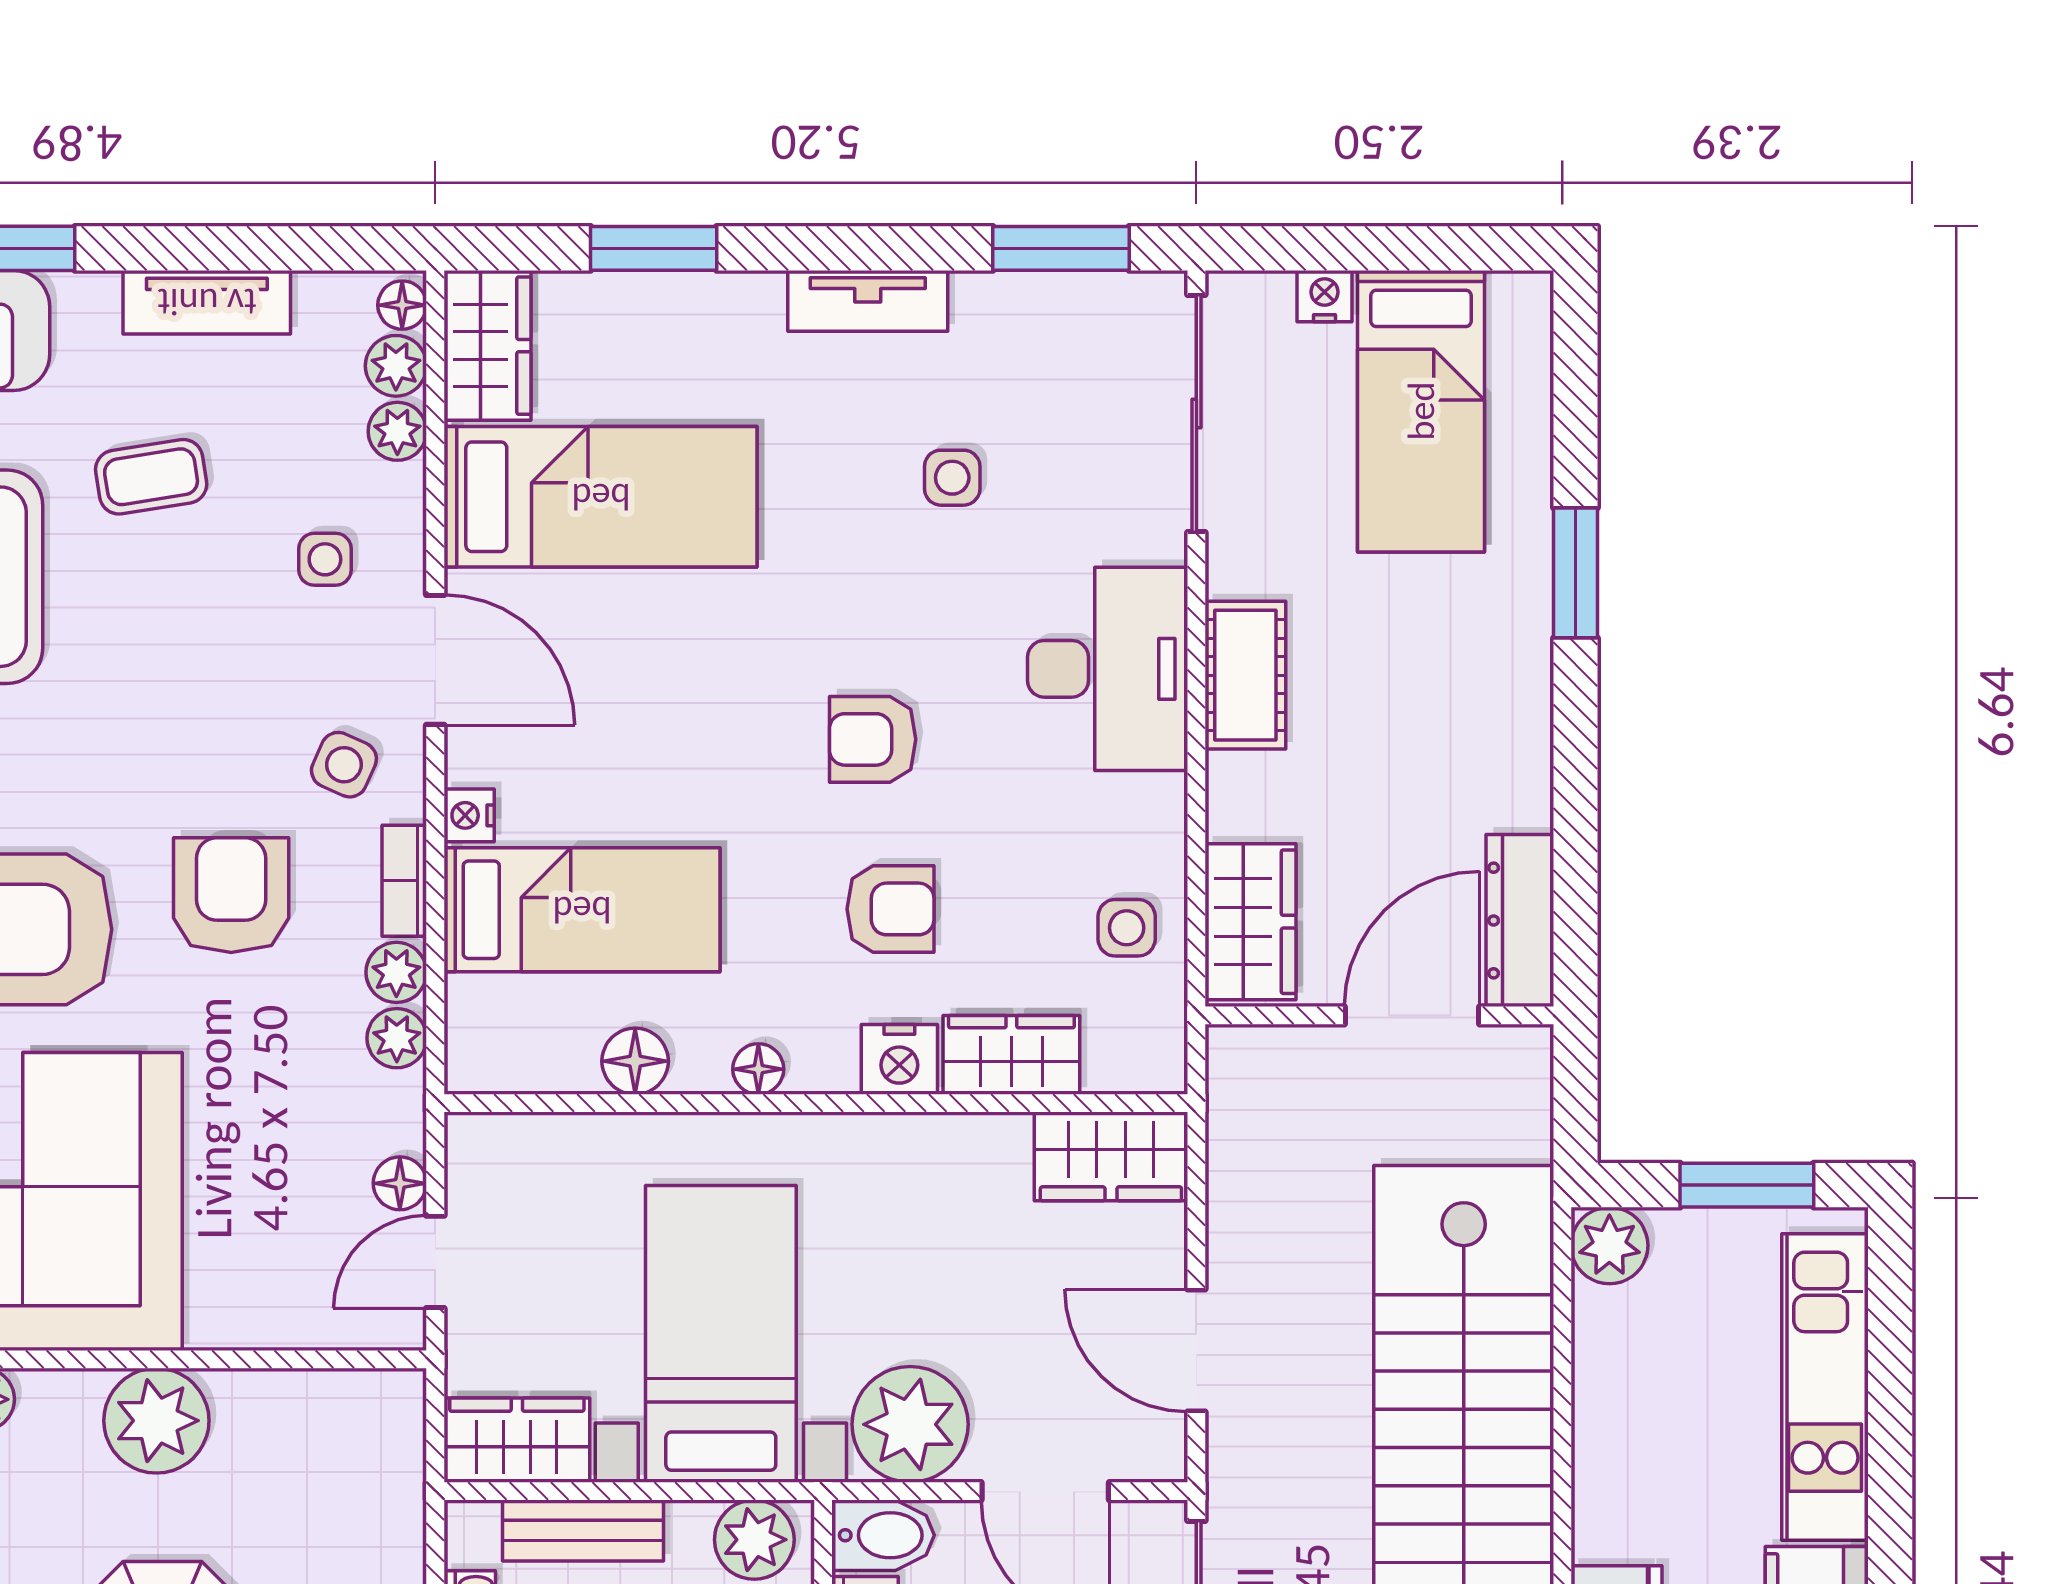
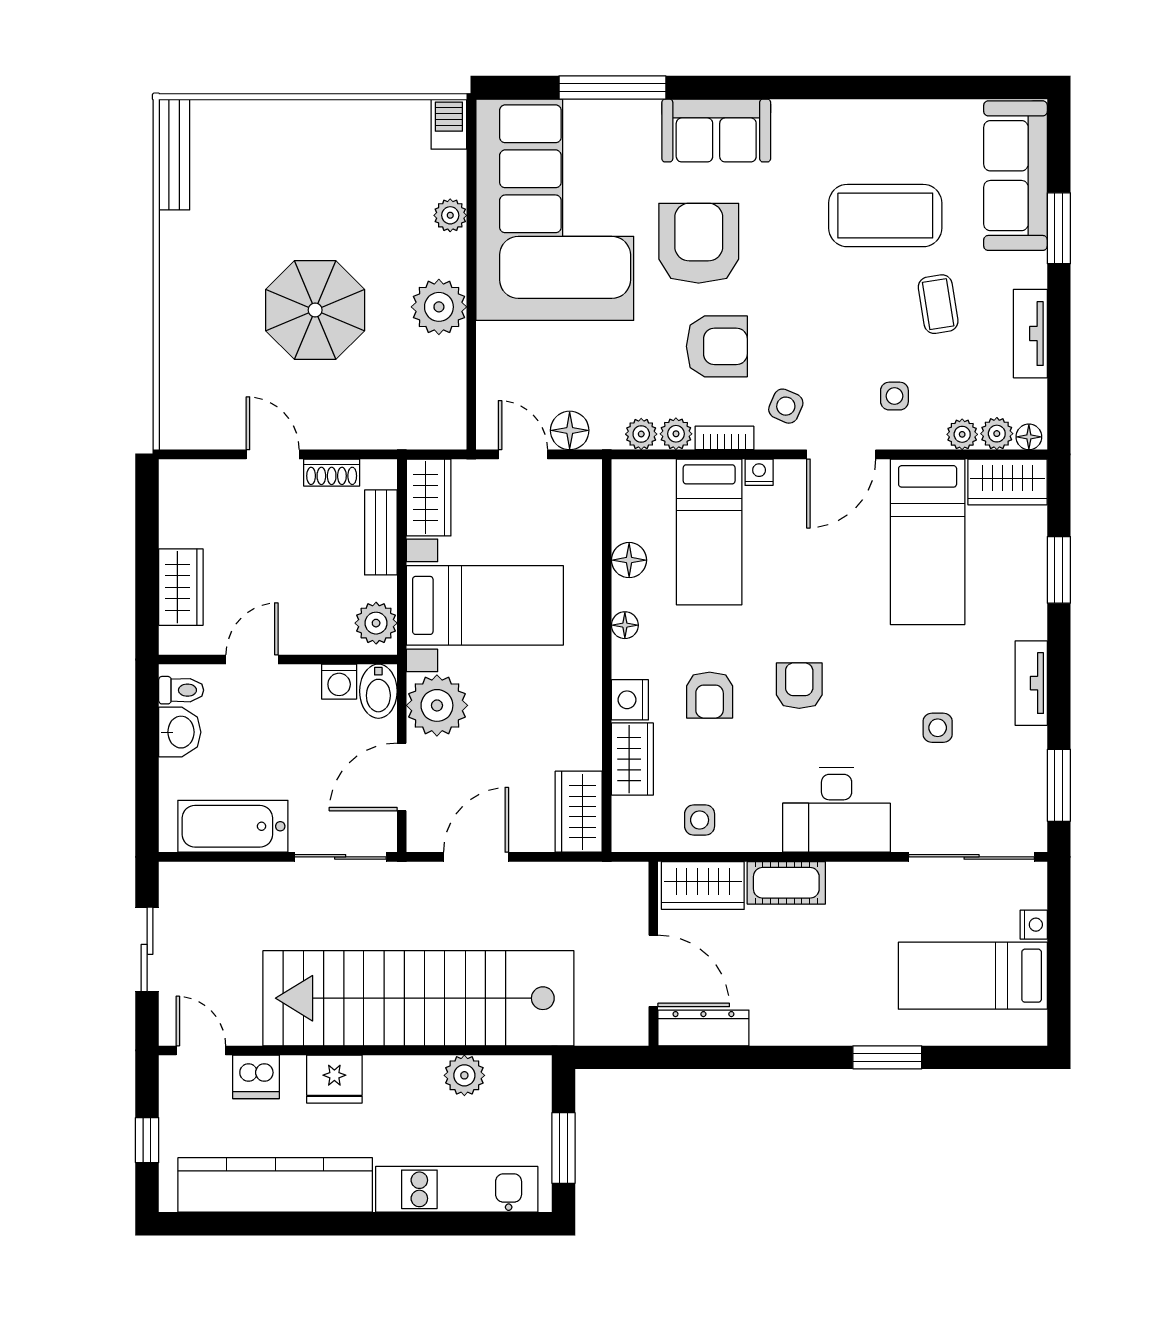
cot: (1245, 675) -> (786, 883), moved
floor lamp: (400, 1183) -> (570, 430), width x1.37, depth x1.37
plant: (1609, 1246) -> (464, 1075), moved

